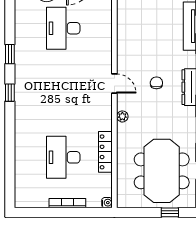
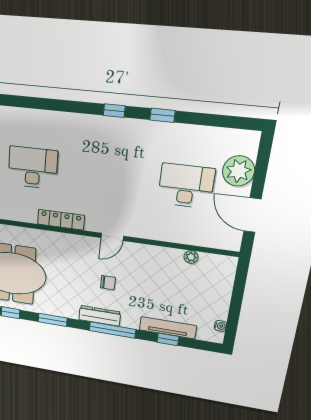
plant: (122, 116) -> (191, 257), moved
locker: (105, 152) -> (61, 220), moved

